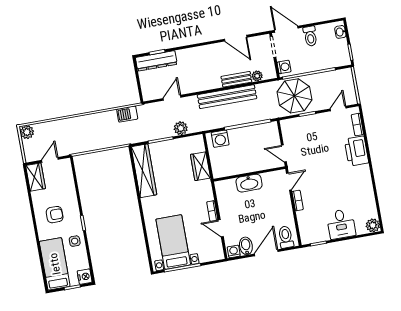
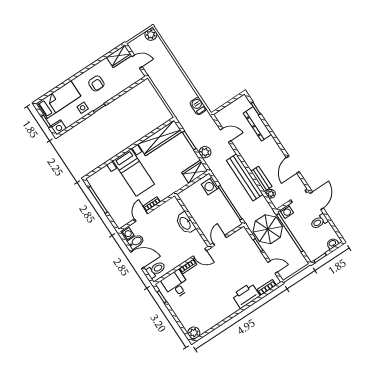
dresser: (156, 61) -> (257, 124), moved
wardrobe: (200, 166) -> (195, 172), moved
desk: (341, 224) -> (176, 285), moved, turned 90
bed with nightstands: (173, 242) -> (134, 172), moved, turned 90

